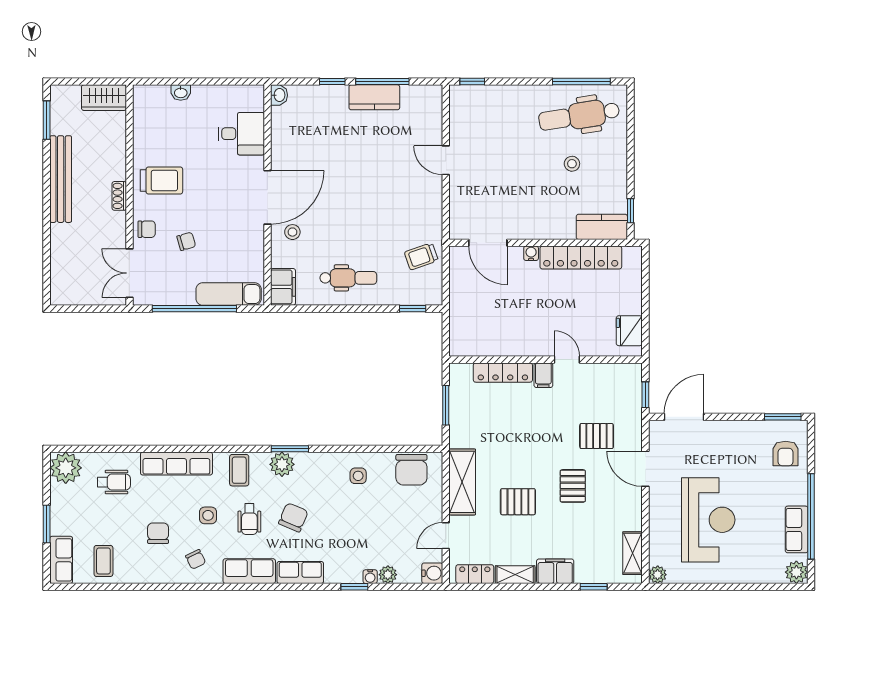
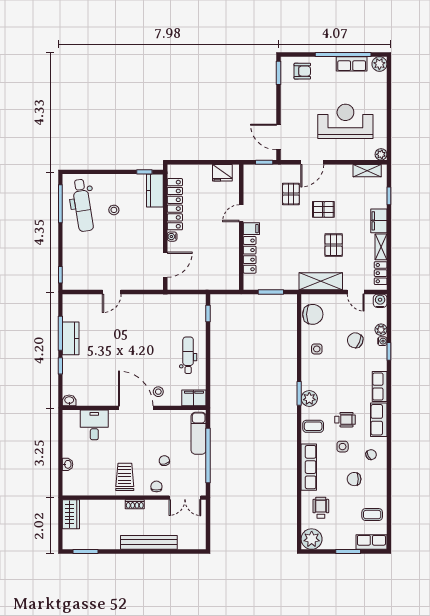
bench: (61, 179) -> (149, 542), moved
trolley: (421, 256) -> (174, 308), removed
chair: (293, 517) -> (355, 340), moved

